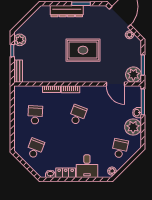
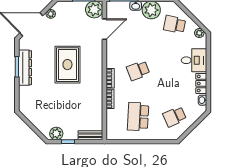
dresser: (67, 11) -> (25, 68), moved
school desk: (35, 115) -> (138, 117), width x1.85
school desk: (78, 115) -> (138, 71), turned -42
school desk: (35, 148) -> (175, 117), turned -45

